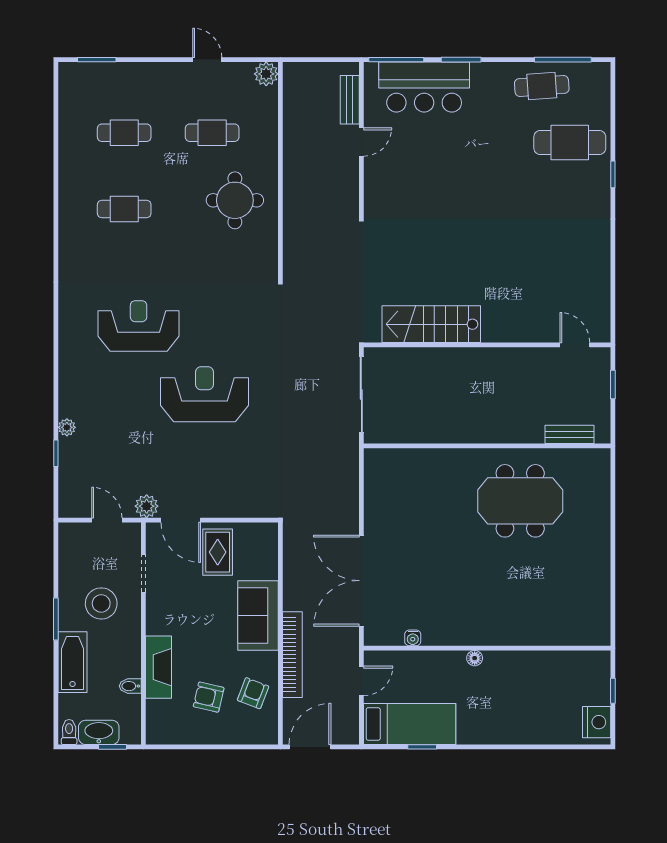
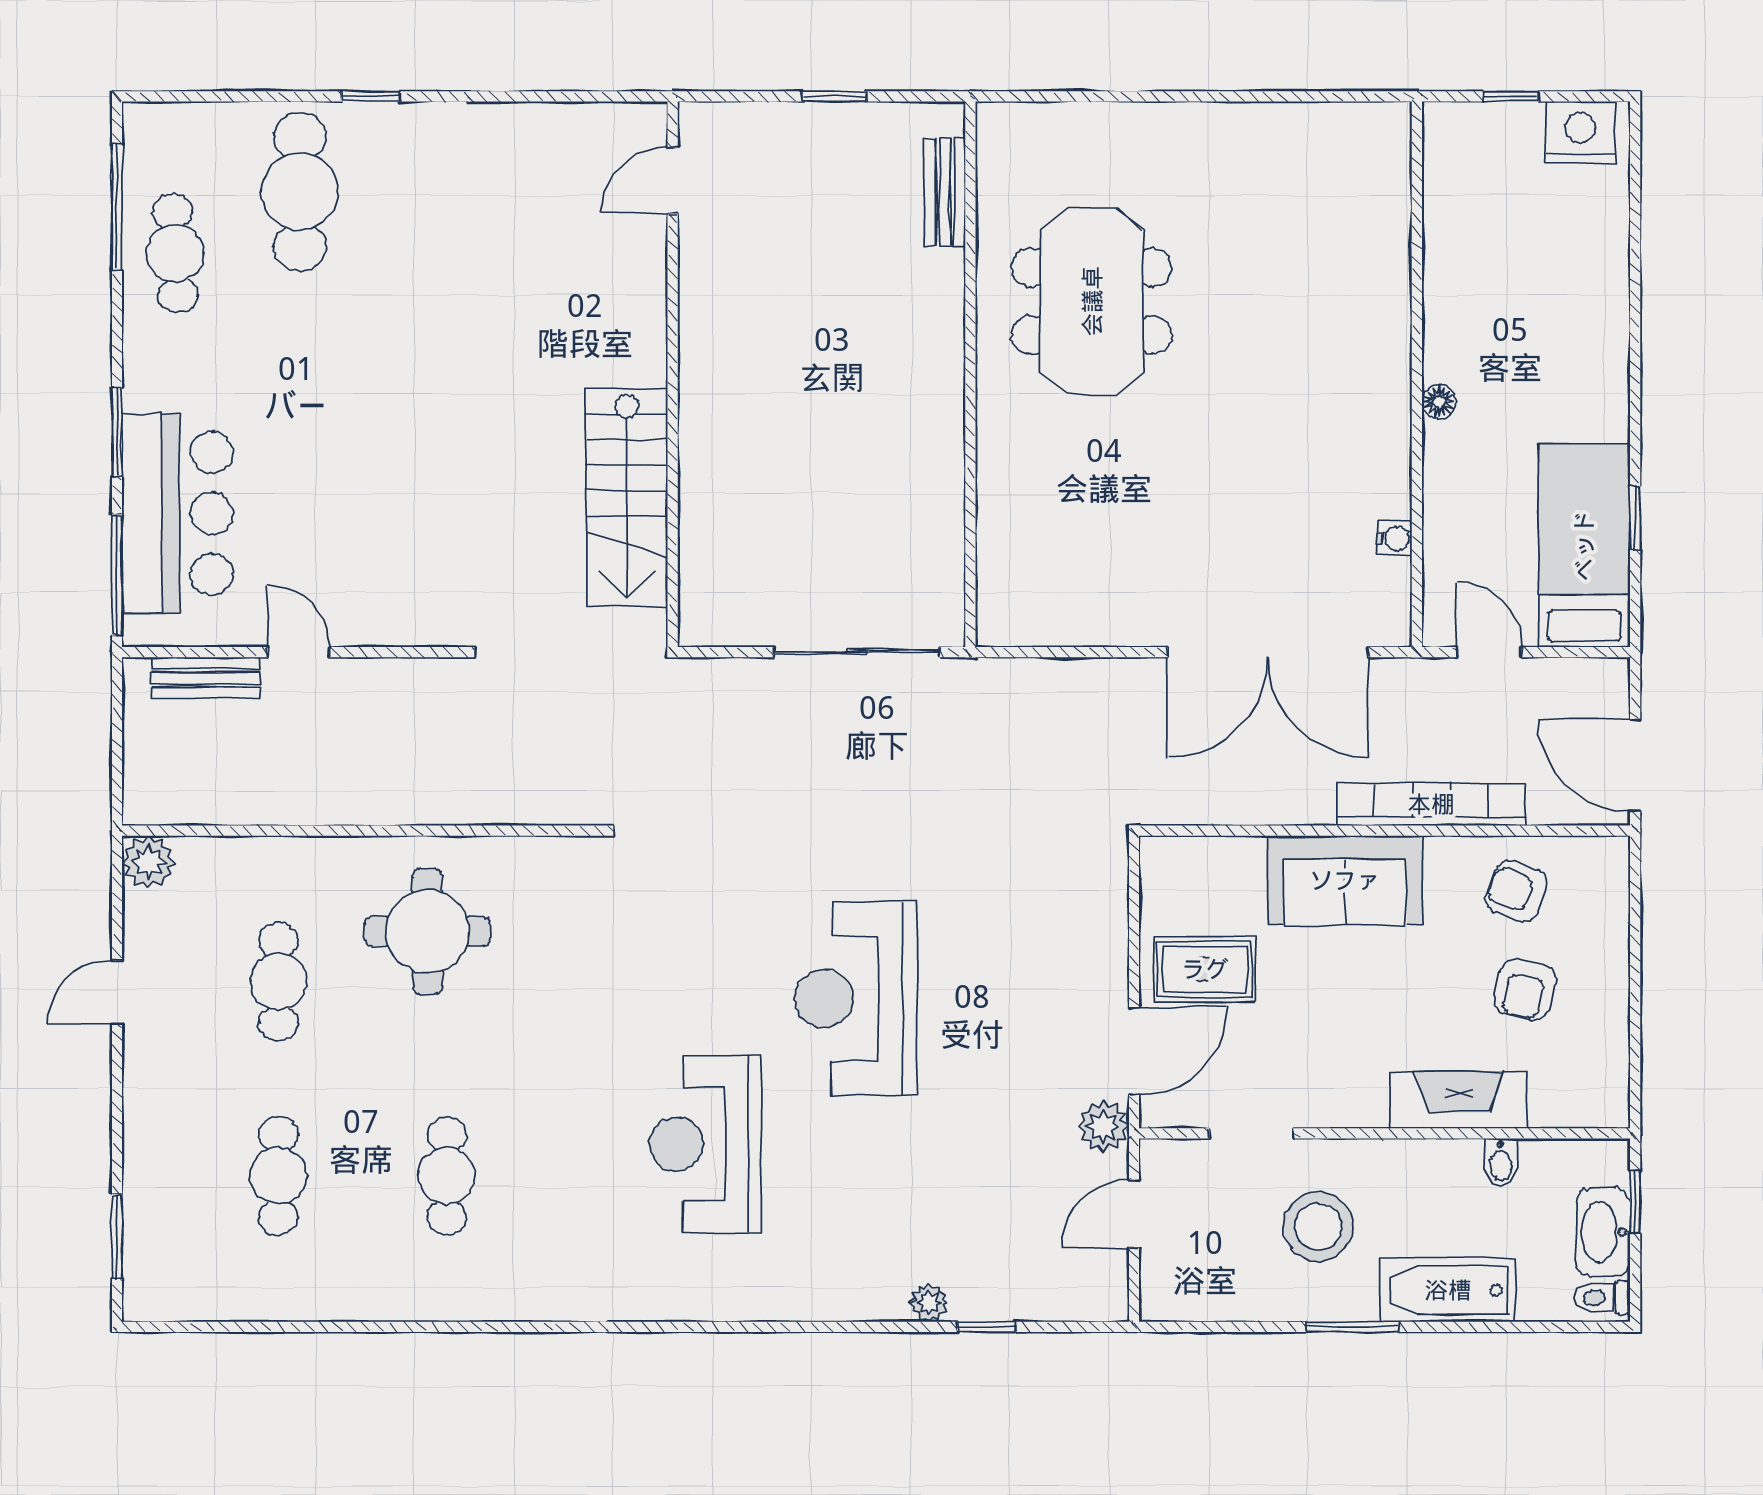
stairs: (431, 324) -> (627, 498), moved
wall: (487, 345) -> (673, 374), moved
door: (575, 345) -> (673, 181), moved

